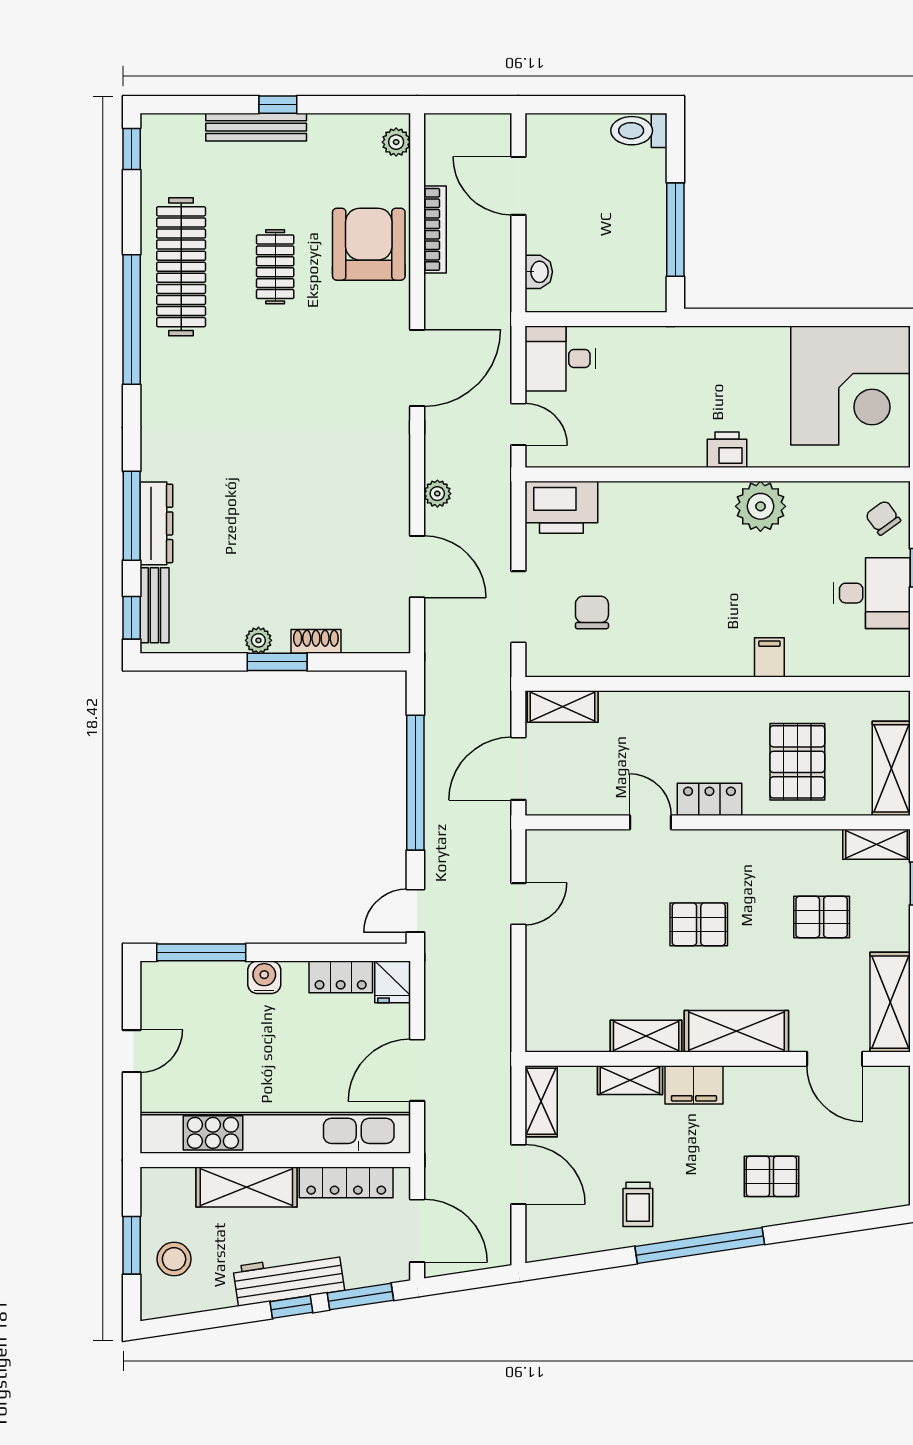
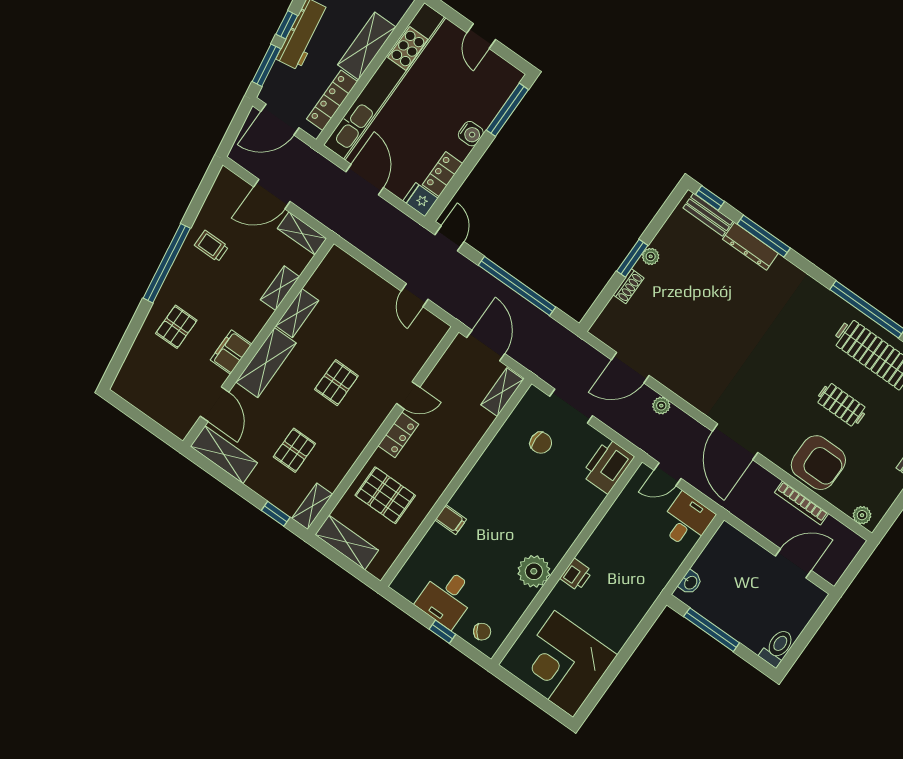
washbasin: (539, 272) -> (690, 582), moved, turned -90
door: (835, 1059) -> (215, 404), swing flipped
filing cabinet: (694, 1085) -> (231, 352), moved

